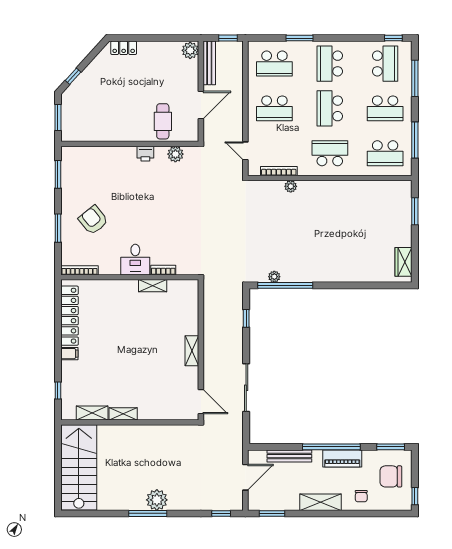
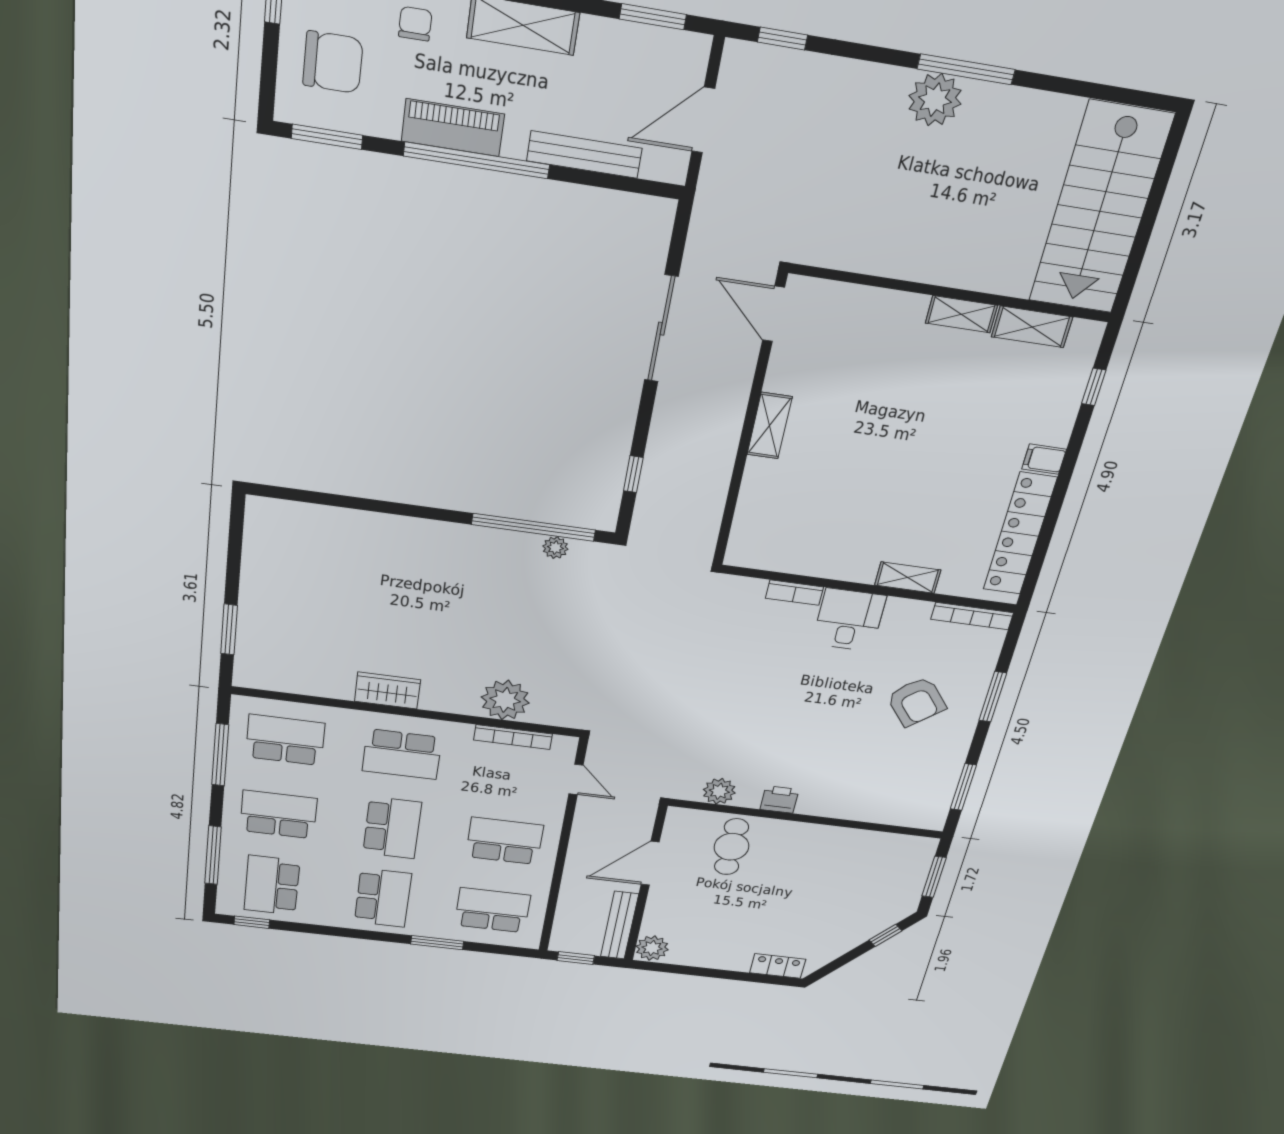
plant: (291, 186) -> (505, 700), width x1.87, depth x1.87
wardrobe: (404, 262) -> (388, 691), moved, turned -90
shelving: (153, 286) -> (908, 578), moved

